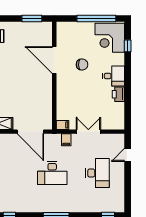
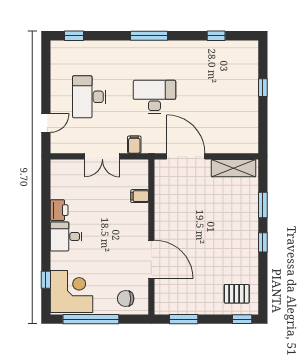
chair: (82, 65) -> (126, 299), moved
filing cabinet: (63, 125) -> (140, 196), moved

